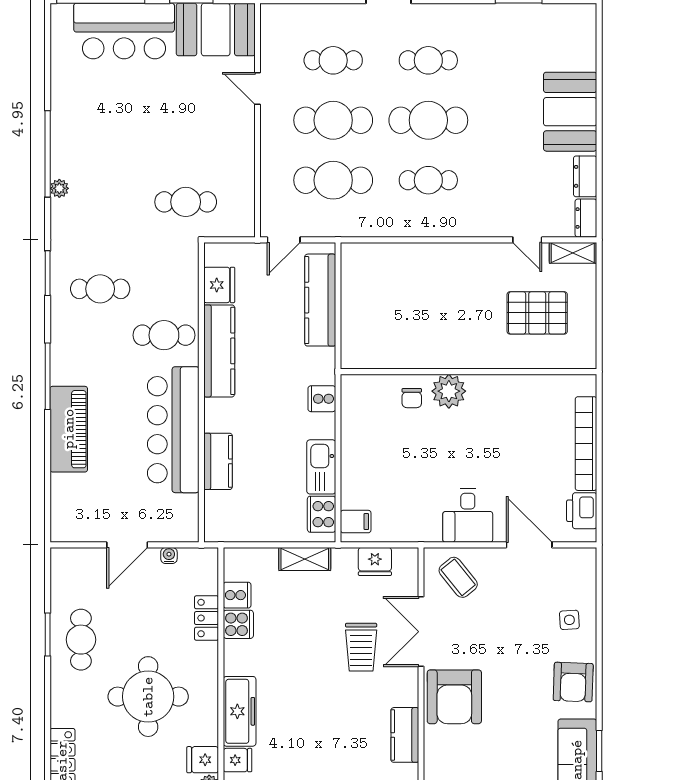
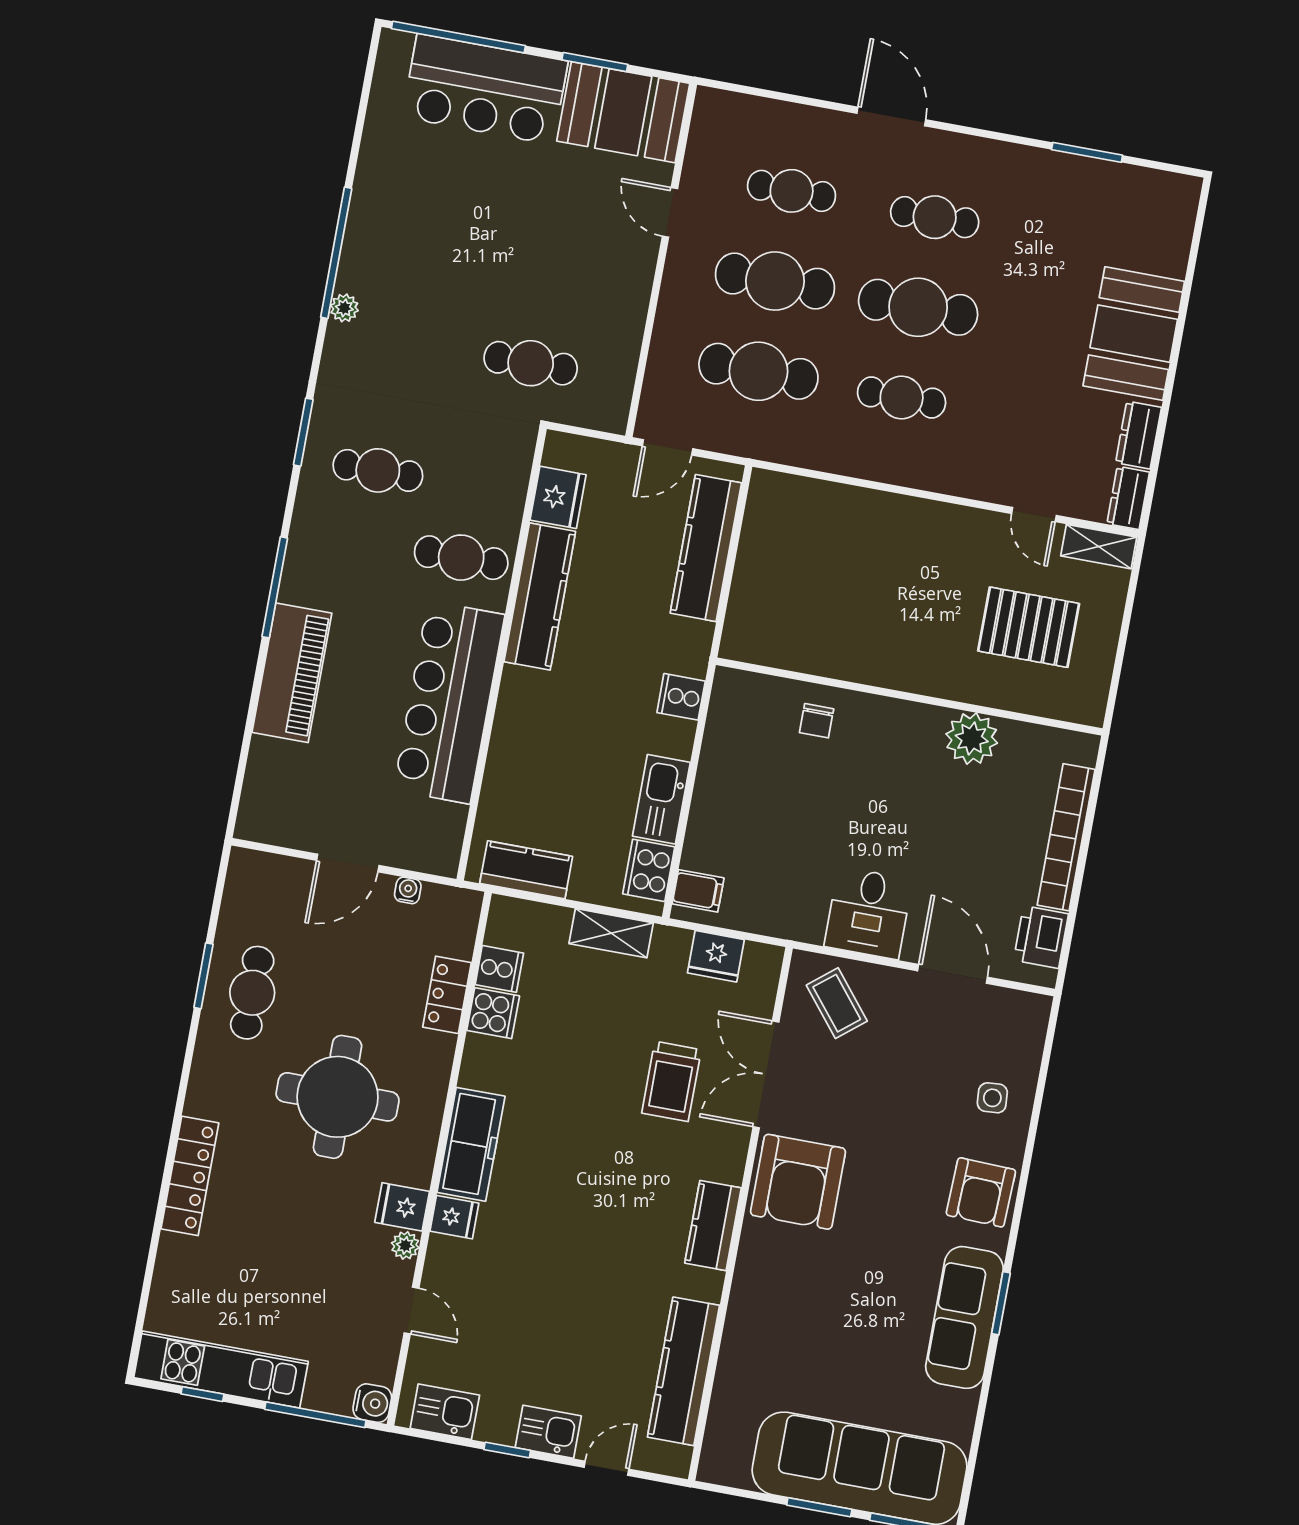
plant: (449, 391) -> (972, 738), moved
kitchen counter: (218, 461) -> (526, 870), moved, turned -90

